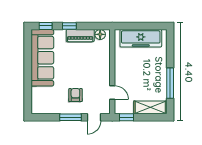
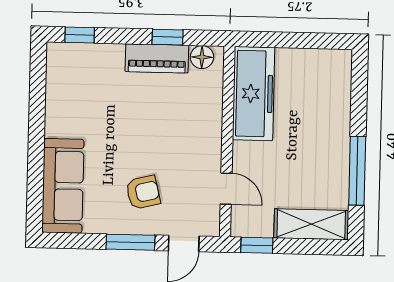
window: (69, 26) -> (168, 37), moved
freezer: (141, 38) -> (254, 94), moved, turned -90
sofa: (42, 58) -> (63, 186), moved, width x0.74, depth x0.79
armchair: (75, 95) -> (143, 192), turned 76

